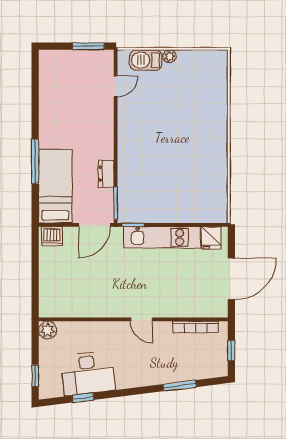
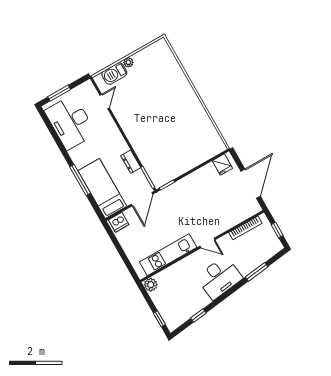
window: (88, 46) -> (59, 93), moved
desk: (62, 88) -> (70, 122), added
kitchen unit: (162, 237) -> (168, 255), moved, turned 180
desk: (88, 373) -> (219, 278), moved

